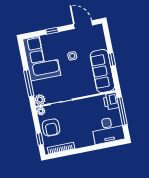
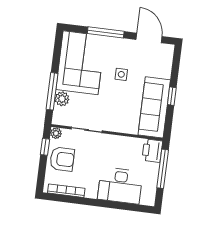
window: (52, 31) -> (106, 32), width x2.17
plant: (40, 100) -> (62, 99), moved
armchair: (51, 127) -> (62, 159), turned -90
desk: (108, 130) -> (120, 186), moved
window: (40, 139) -> (45, 147), moved

